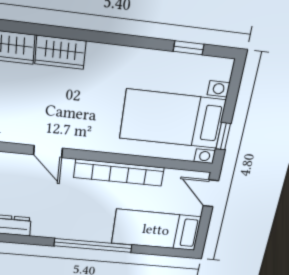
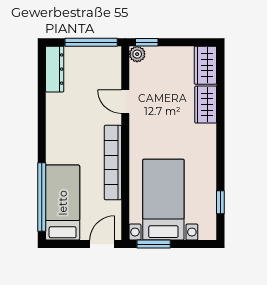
window: (223, 136) -> (154, 244), width x1.50
door: (48, 151) -> (125, 102), hinge flipped
window: (93, 245) -> (42, 197), moved

